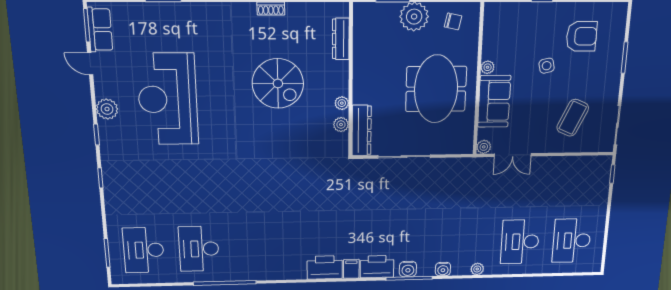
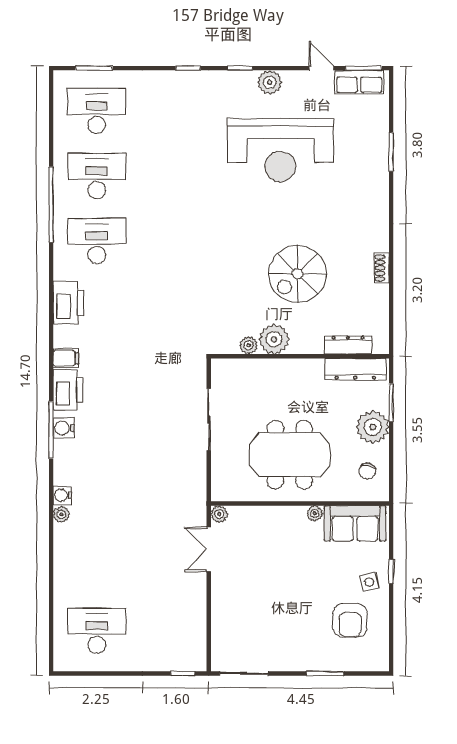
door: (90, 64) -> (321, 68), hinge flipped
side table: (547, 66) -> (369, 582), moved
reception desk: (168, 99) -> (280, 150), turned 180
sofa: (494, 101) -> (355, 523), moved
plant: (342, 103) -> (274, 339), width x1.87, depth x1.87
coffee table: (573, 118) -> (254, 618), removed
dresser: (362, 130) -> (355, 369), moved
desk: (520, 242) -> (97, 241), moved
printer: (325, 267) -> (68, 303), moved
water cooler: (443, 269) -> (62, 495), moved

